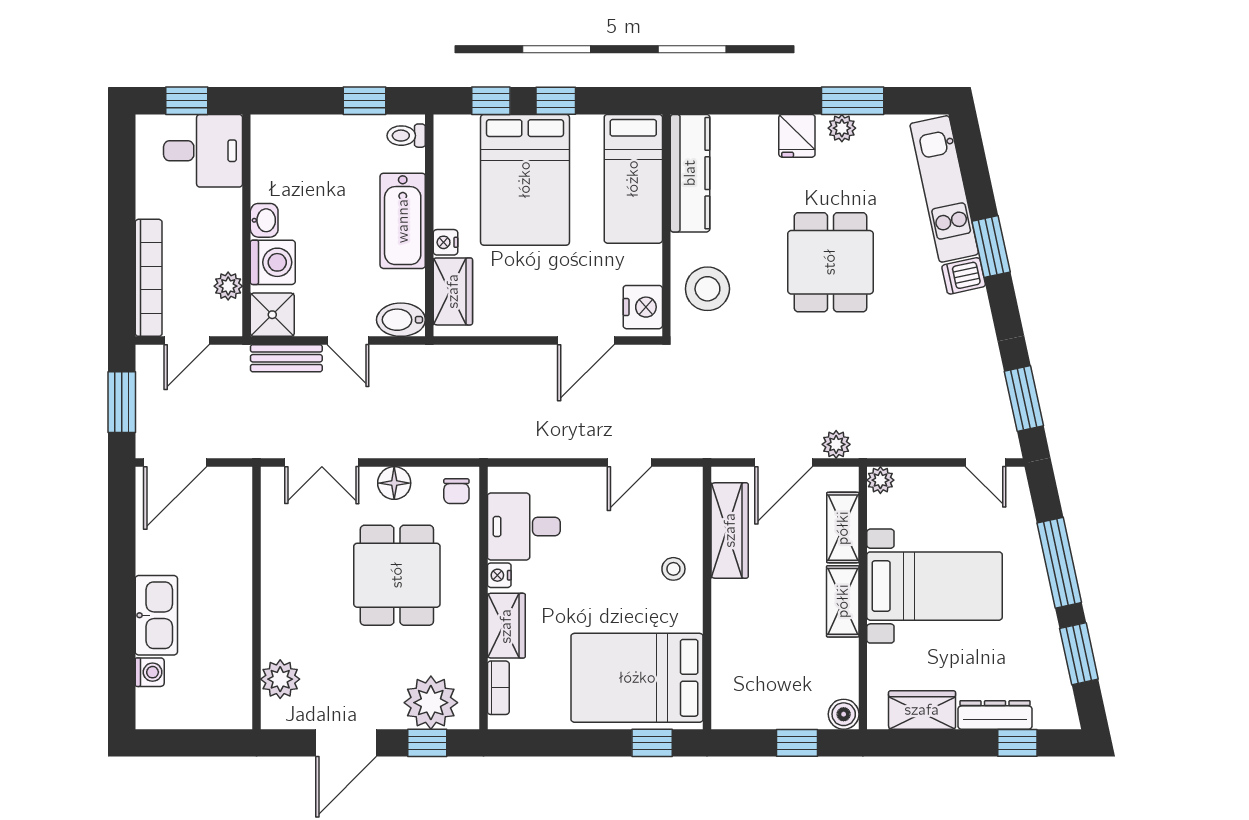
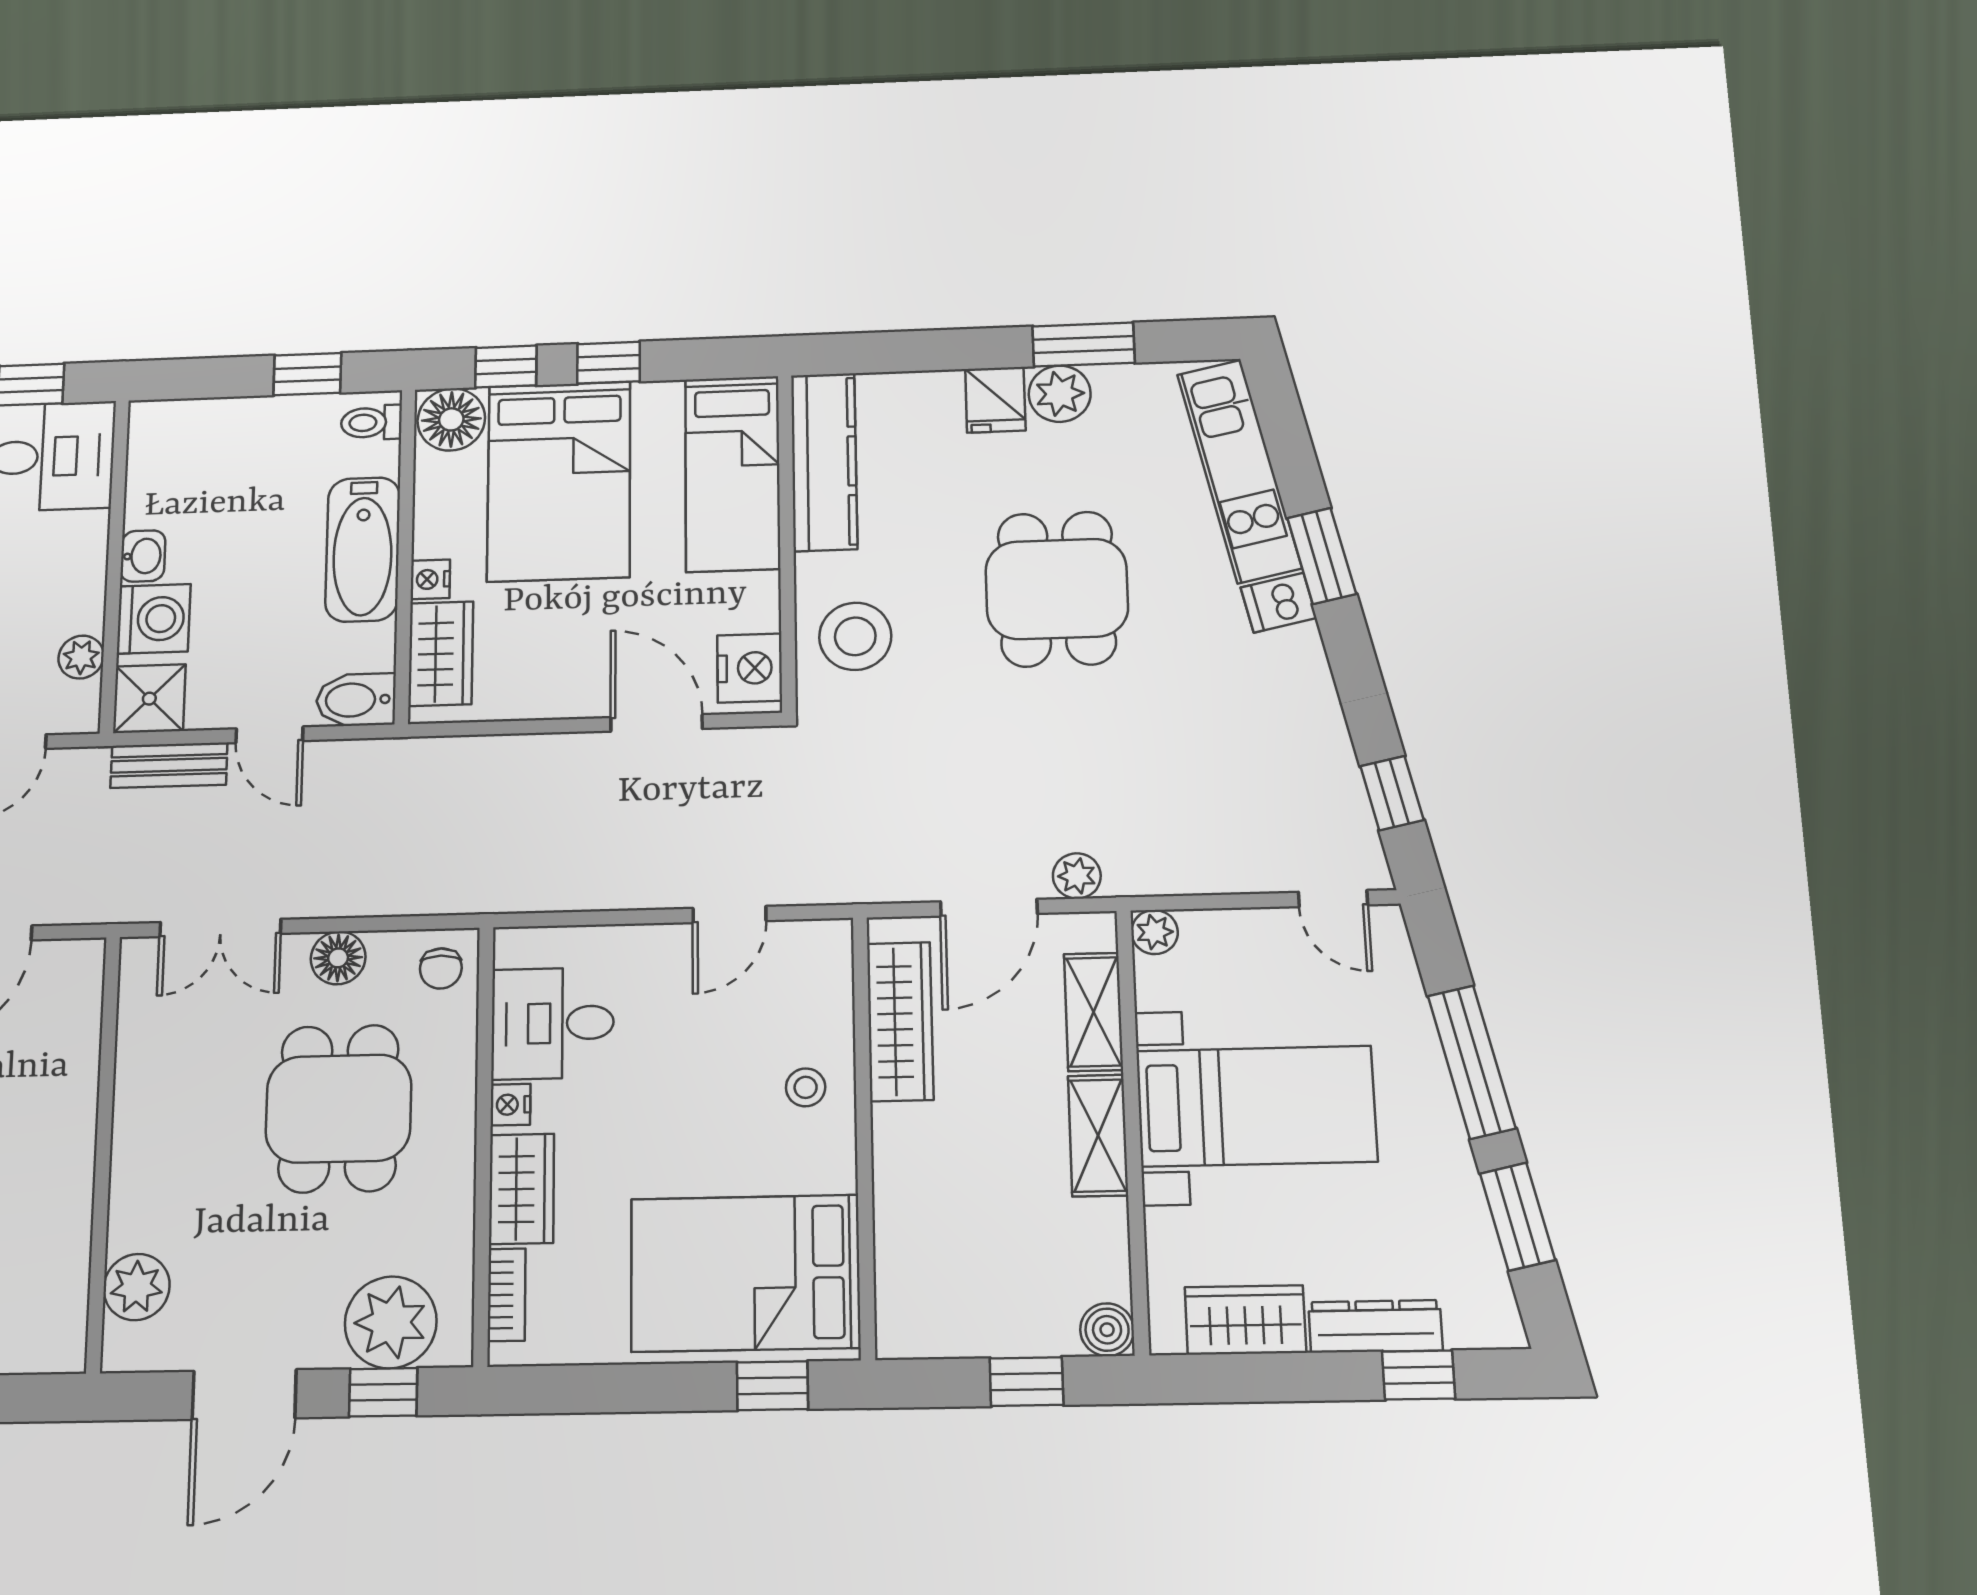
plant: (842, 128) -> (1060, 394), width x1.38, depth x1.38
floor lamp: (457, 136) -> (451, 419), added
door: (586, 341) -> (657, 723), swing flipped
window: (1024, 399) -> (1392, 793), width x0.67

